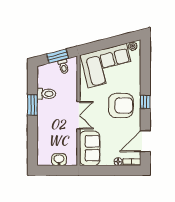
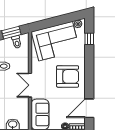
window: (145, 102) -> (89, 39), moved
double door: (79, 115) -> (30, 85), swing flipped

